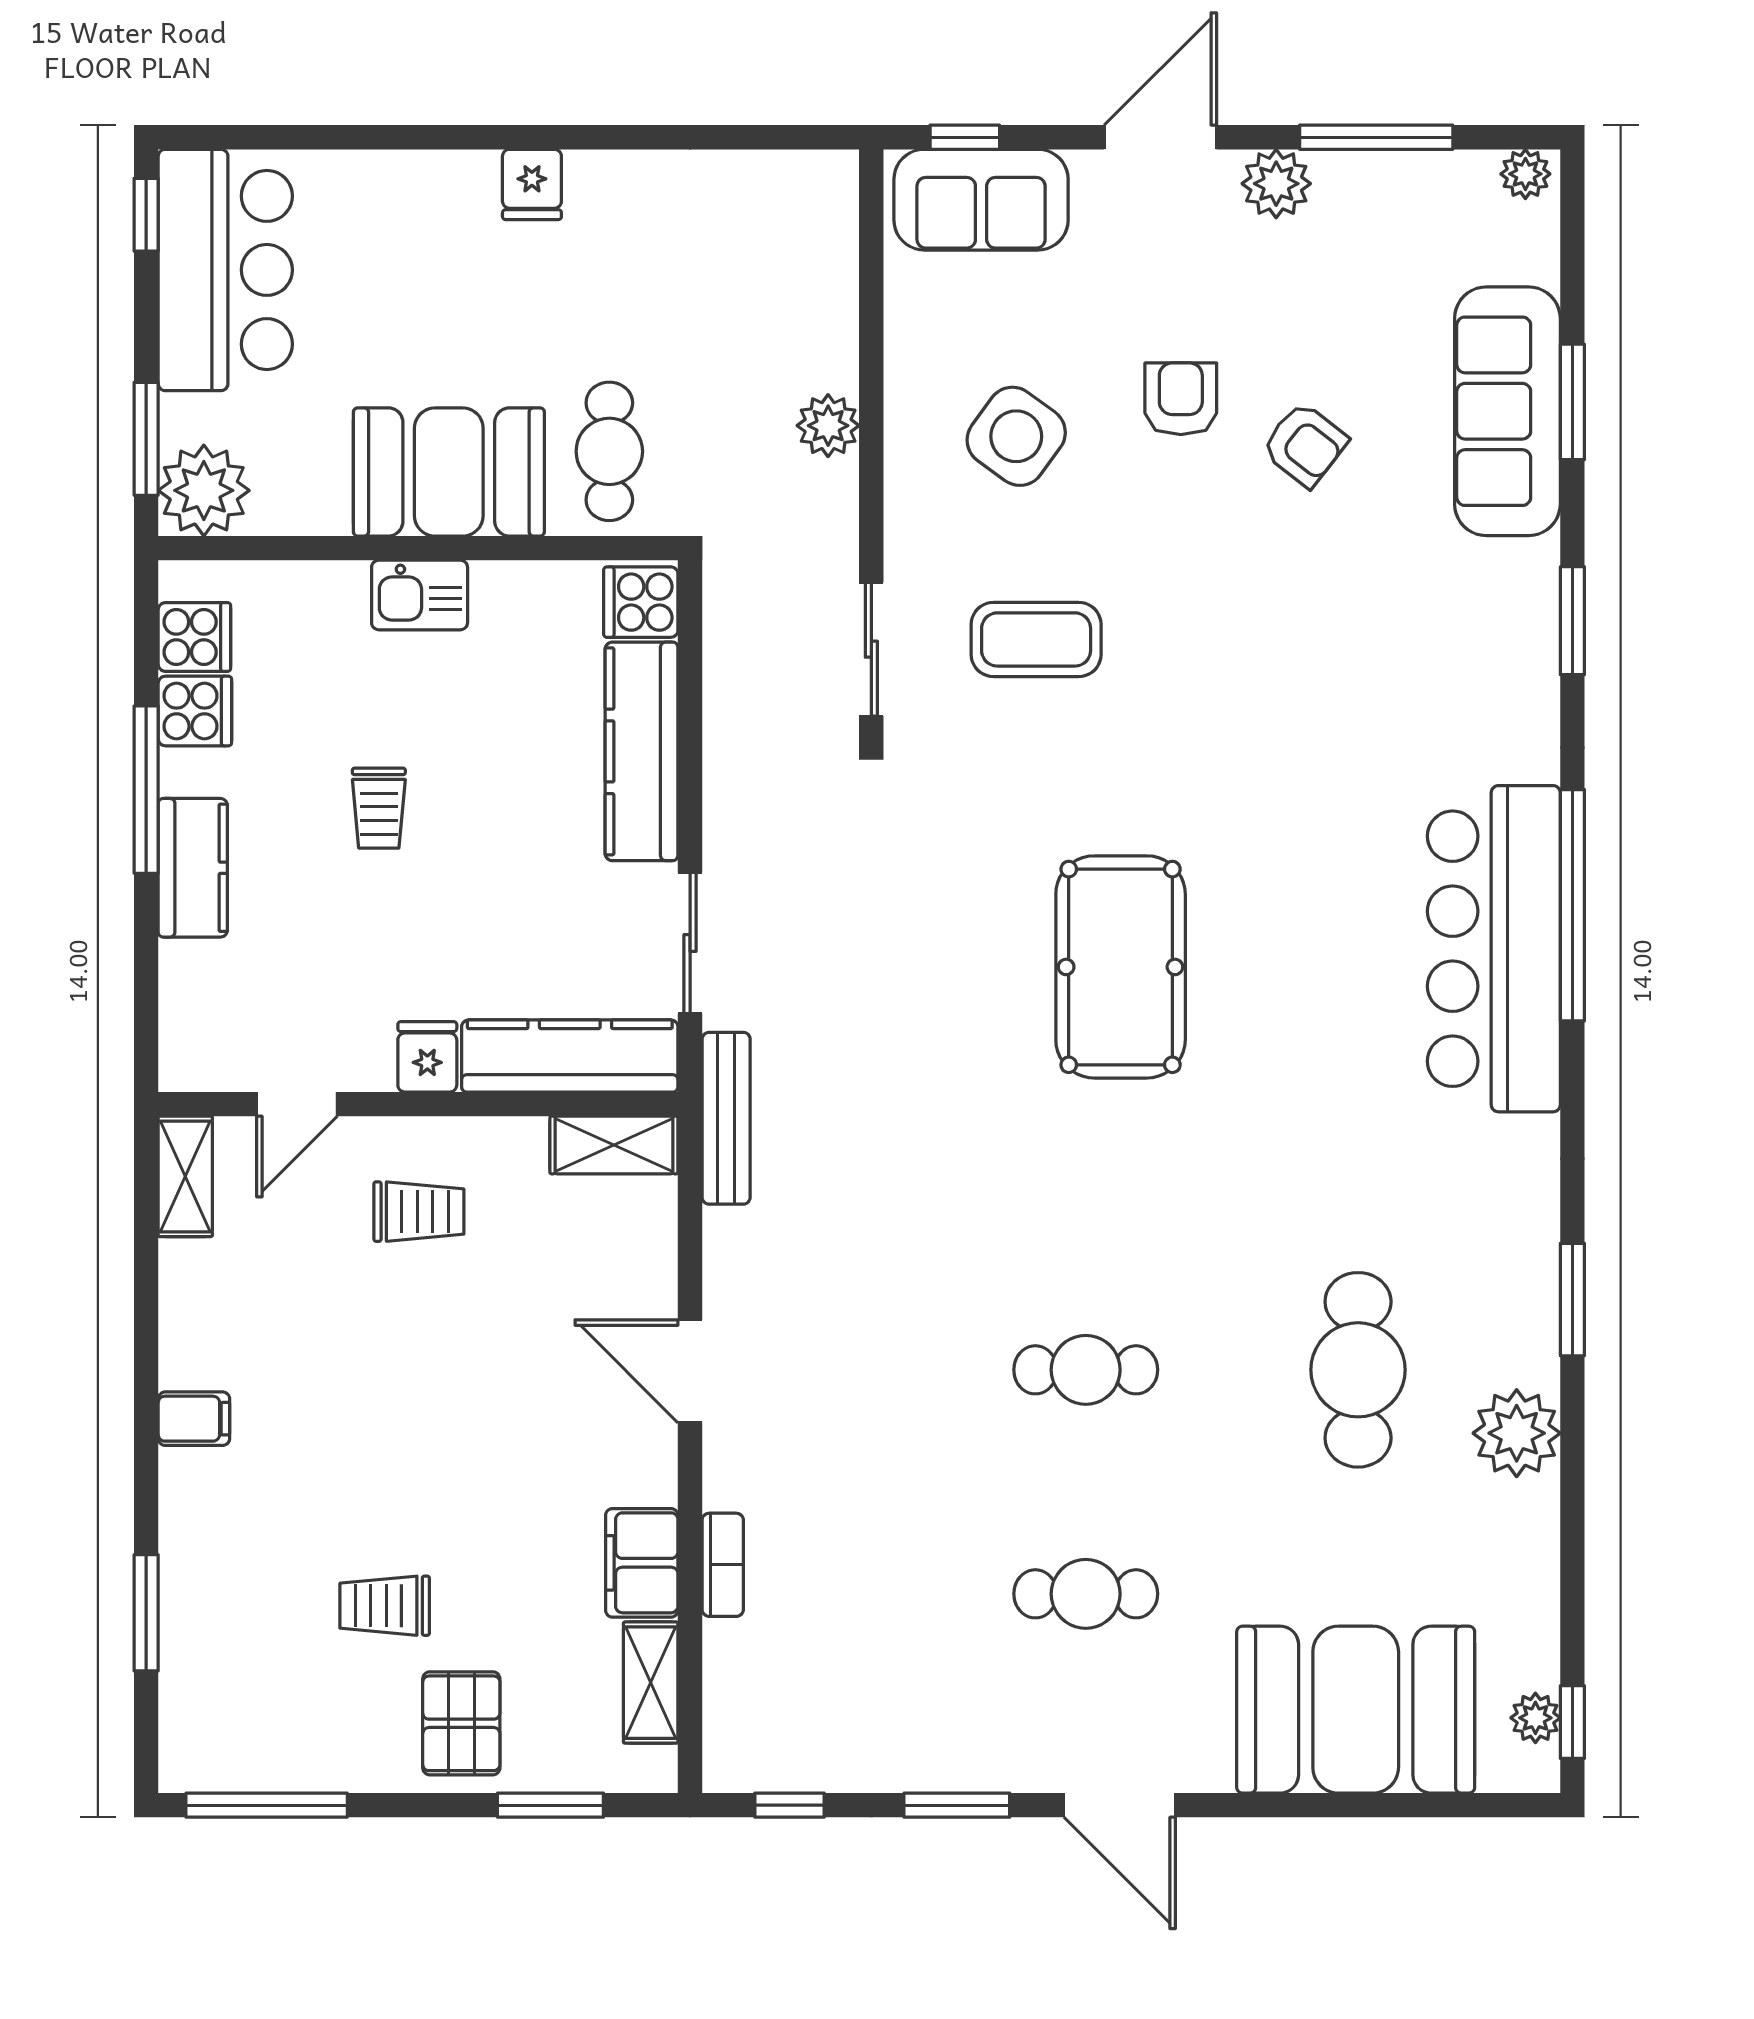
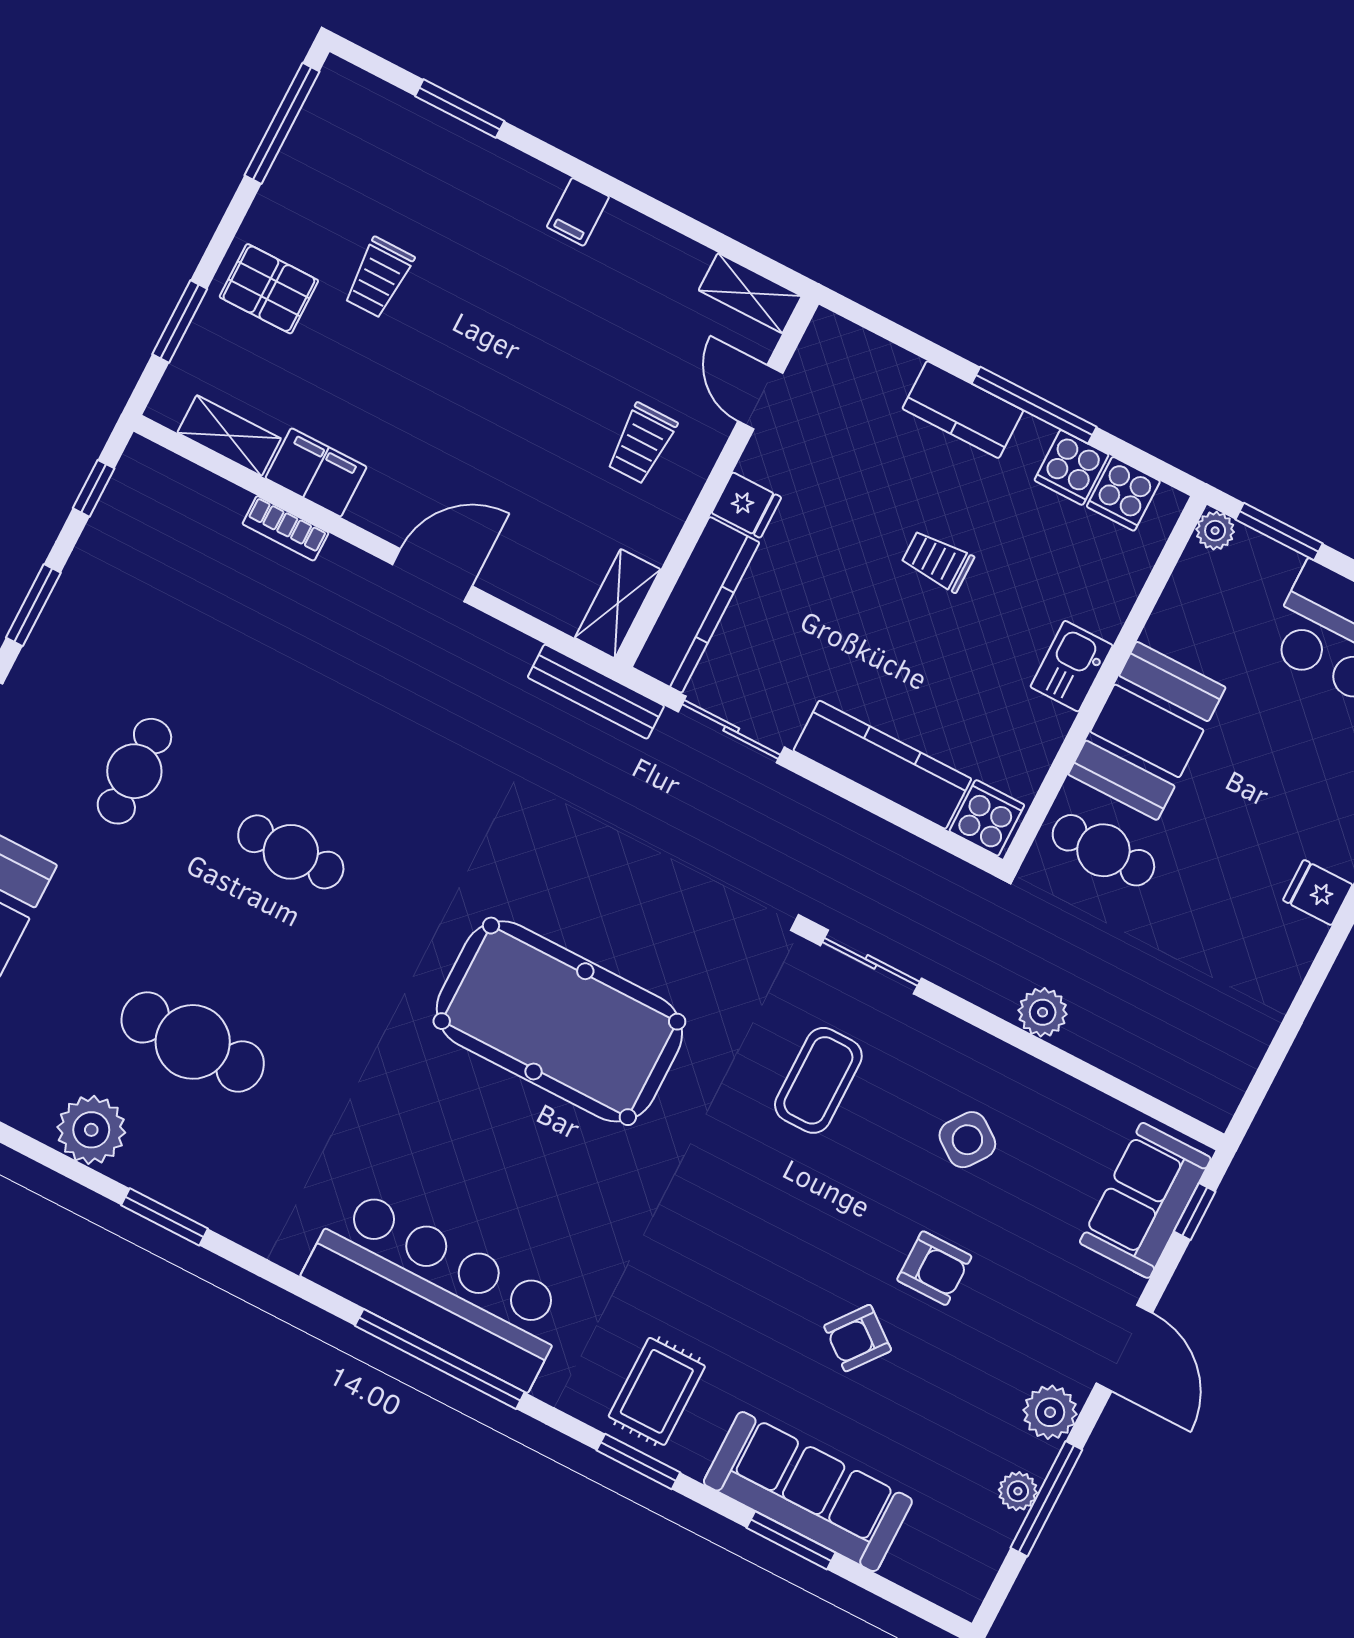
plant: (1525, 174) -> (1018, 1491), moved
side table: (1016, 436) -> (967, 1140), width x0.73, depth x0.73
plant: (204, 490) -> (1215, 531), width x0.53, depth x0.53
rug: (1482, 641) -> (657, 1391), added
pool table: (1121, 967) -> (559, 1021), width x1.36, depth x1.32
cafe table: (1086, 1370) -> (291, 852), turned 90
trolley: (385, 1606) -> (379, 278), turned 180

